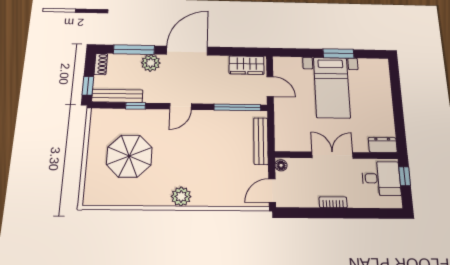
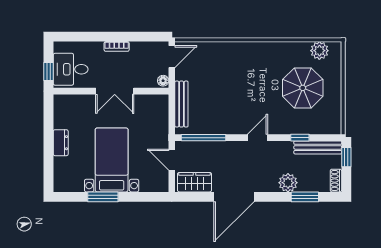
window: (134, 50) -> (305, 197), width x0.69
door: (187, 51) -> (234, 197), moved
dresser: (383, 145) -> (61, 143), moved, turned -90
plant: (181, 196) -> (319, 51), moved

